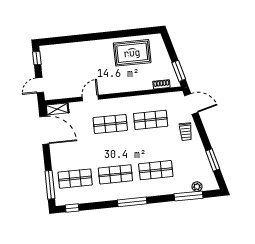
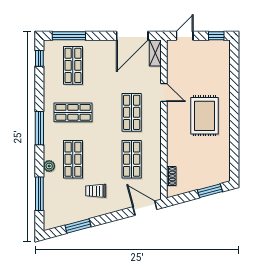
rug: (132, 53) -> (204, 116), moved
window: (179, 71) -> (210, 191), moved
door: (40, 85) -> (185, 36), hinge flipped
door: (191, 104) -> (145, 208), swing flipped
trolley: (186, 132) -> (96, 191), moved
shop shelf: (115, 174) -> (73, 112), turned 90
plant: (197, 187) -> (49, 166), moved

